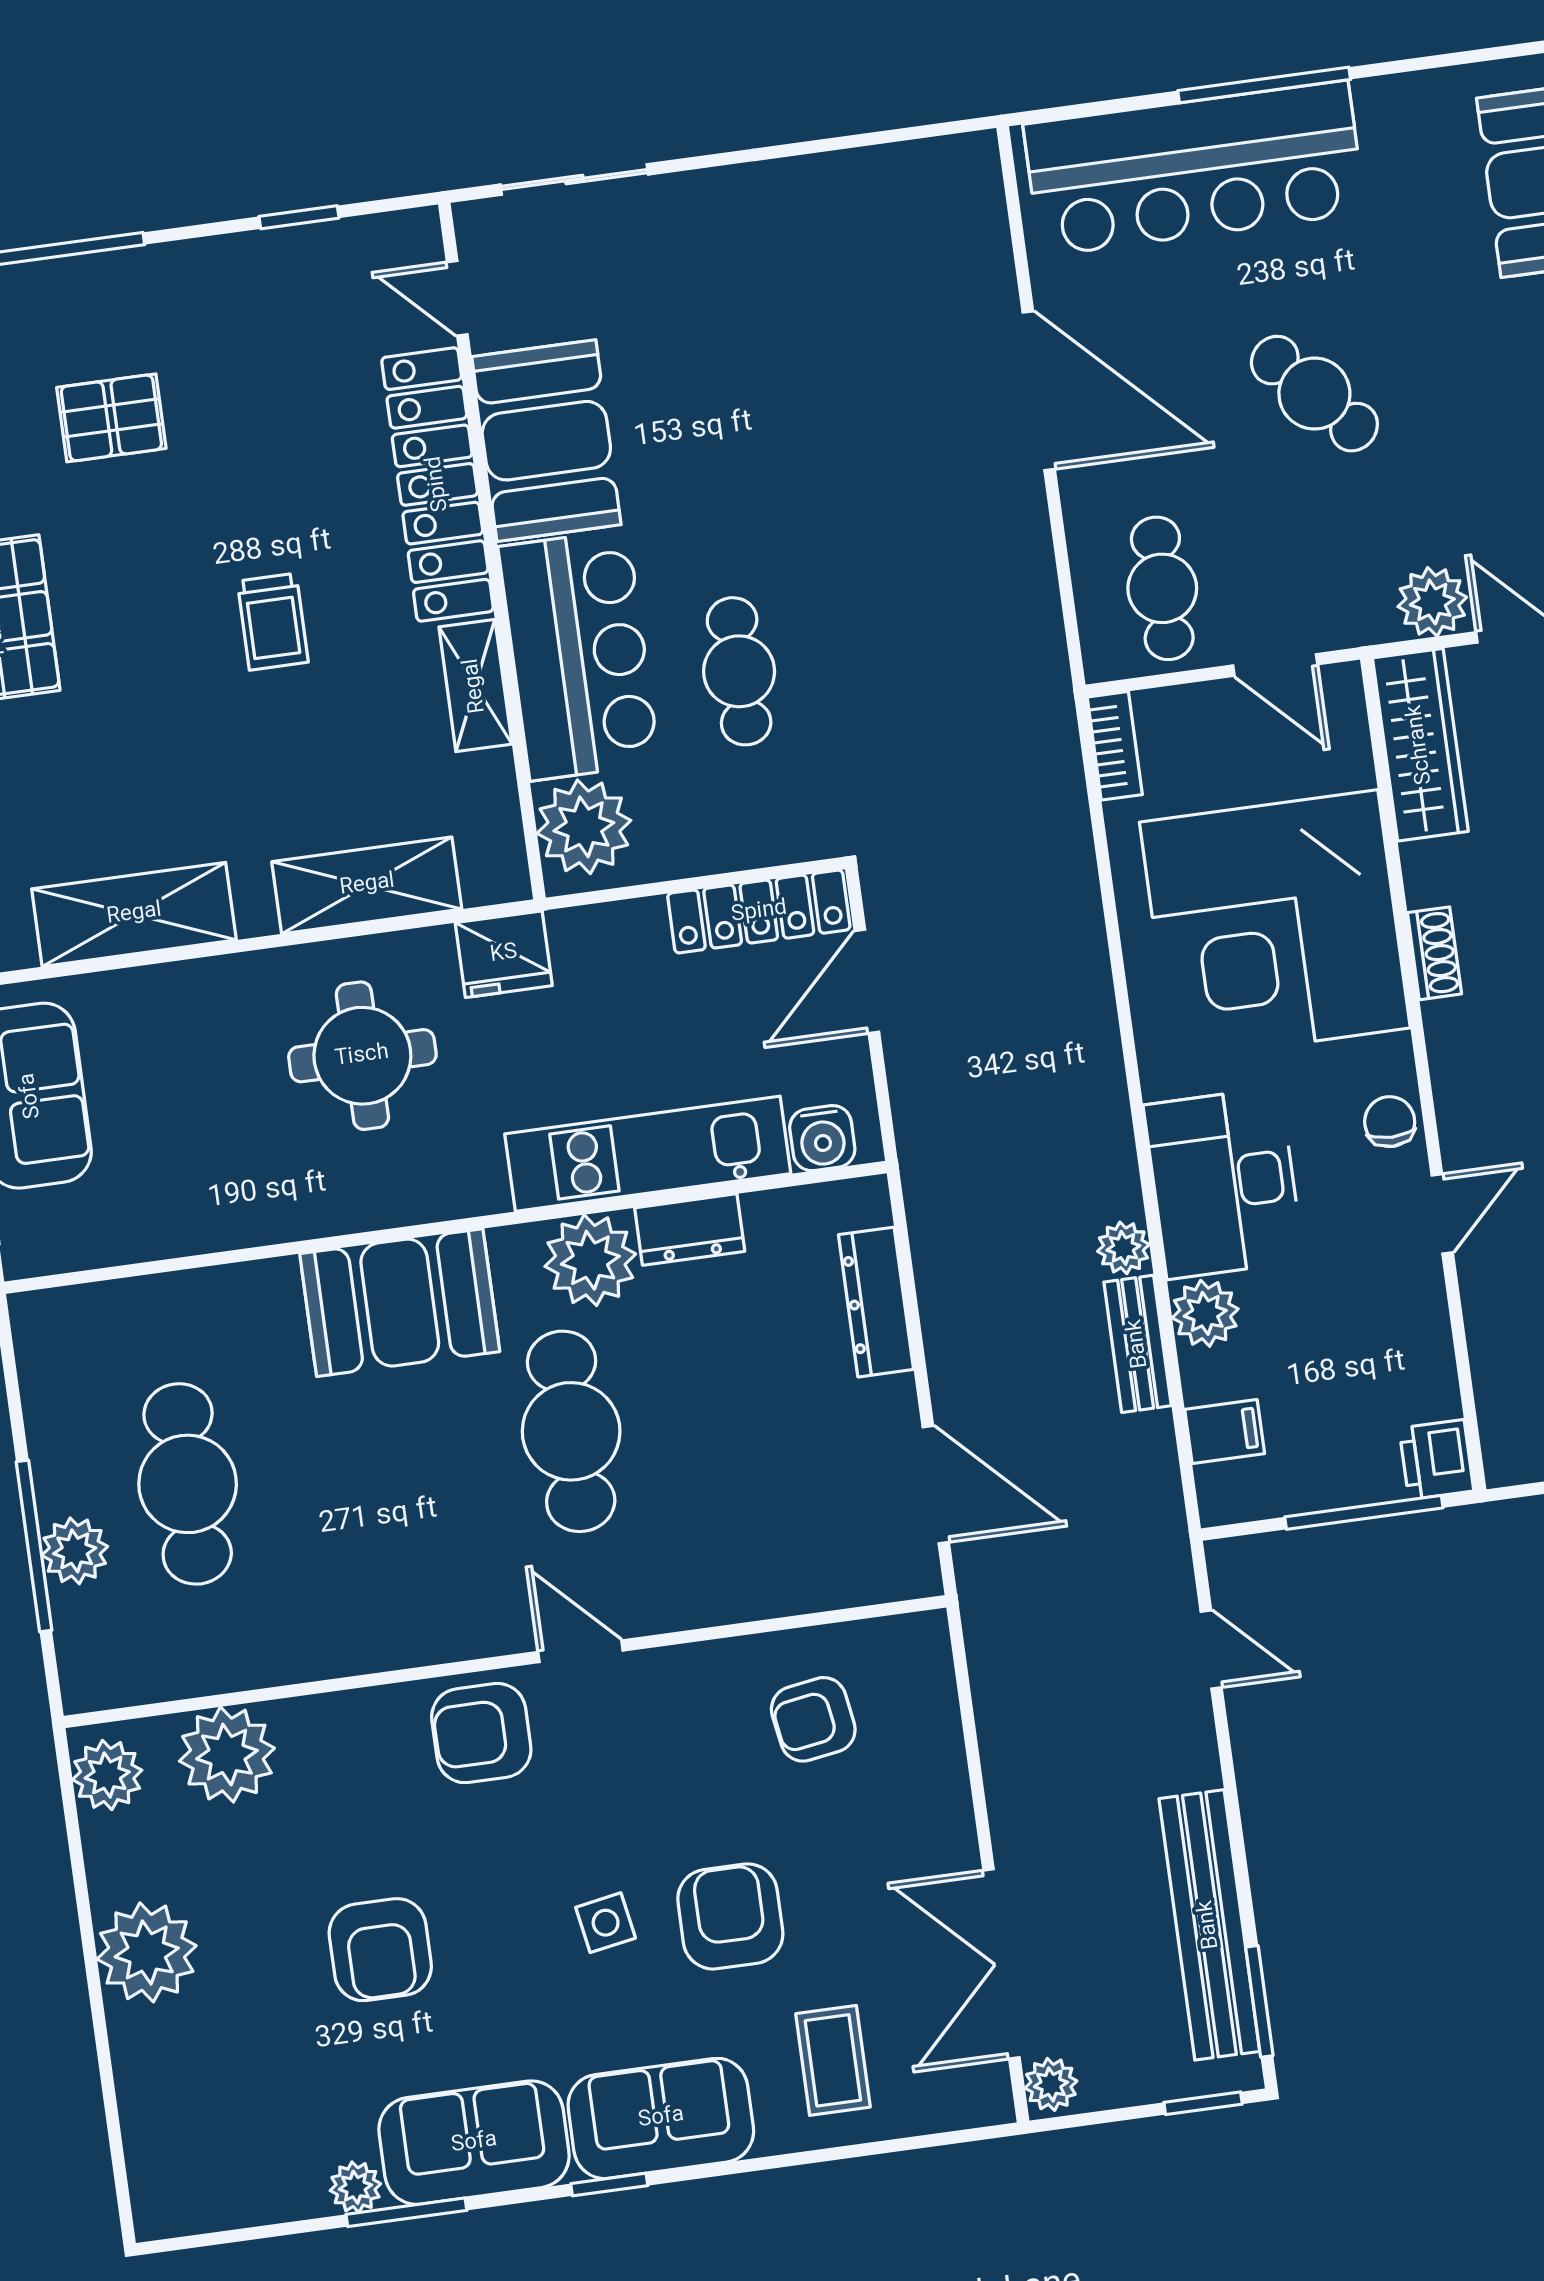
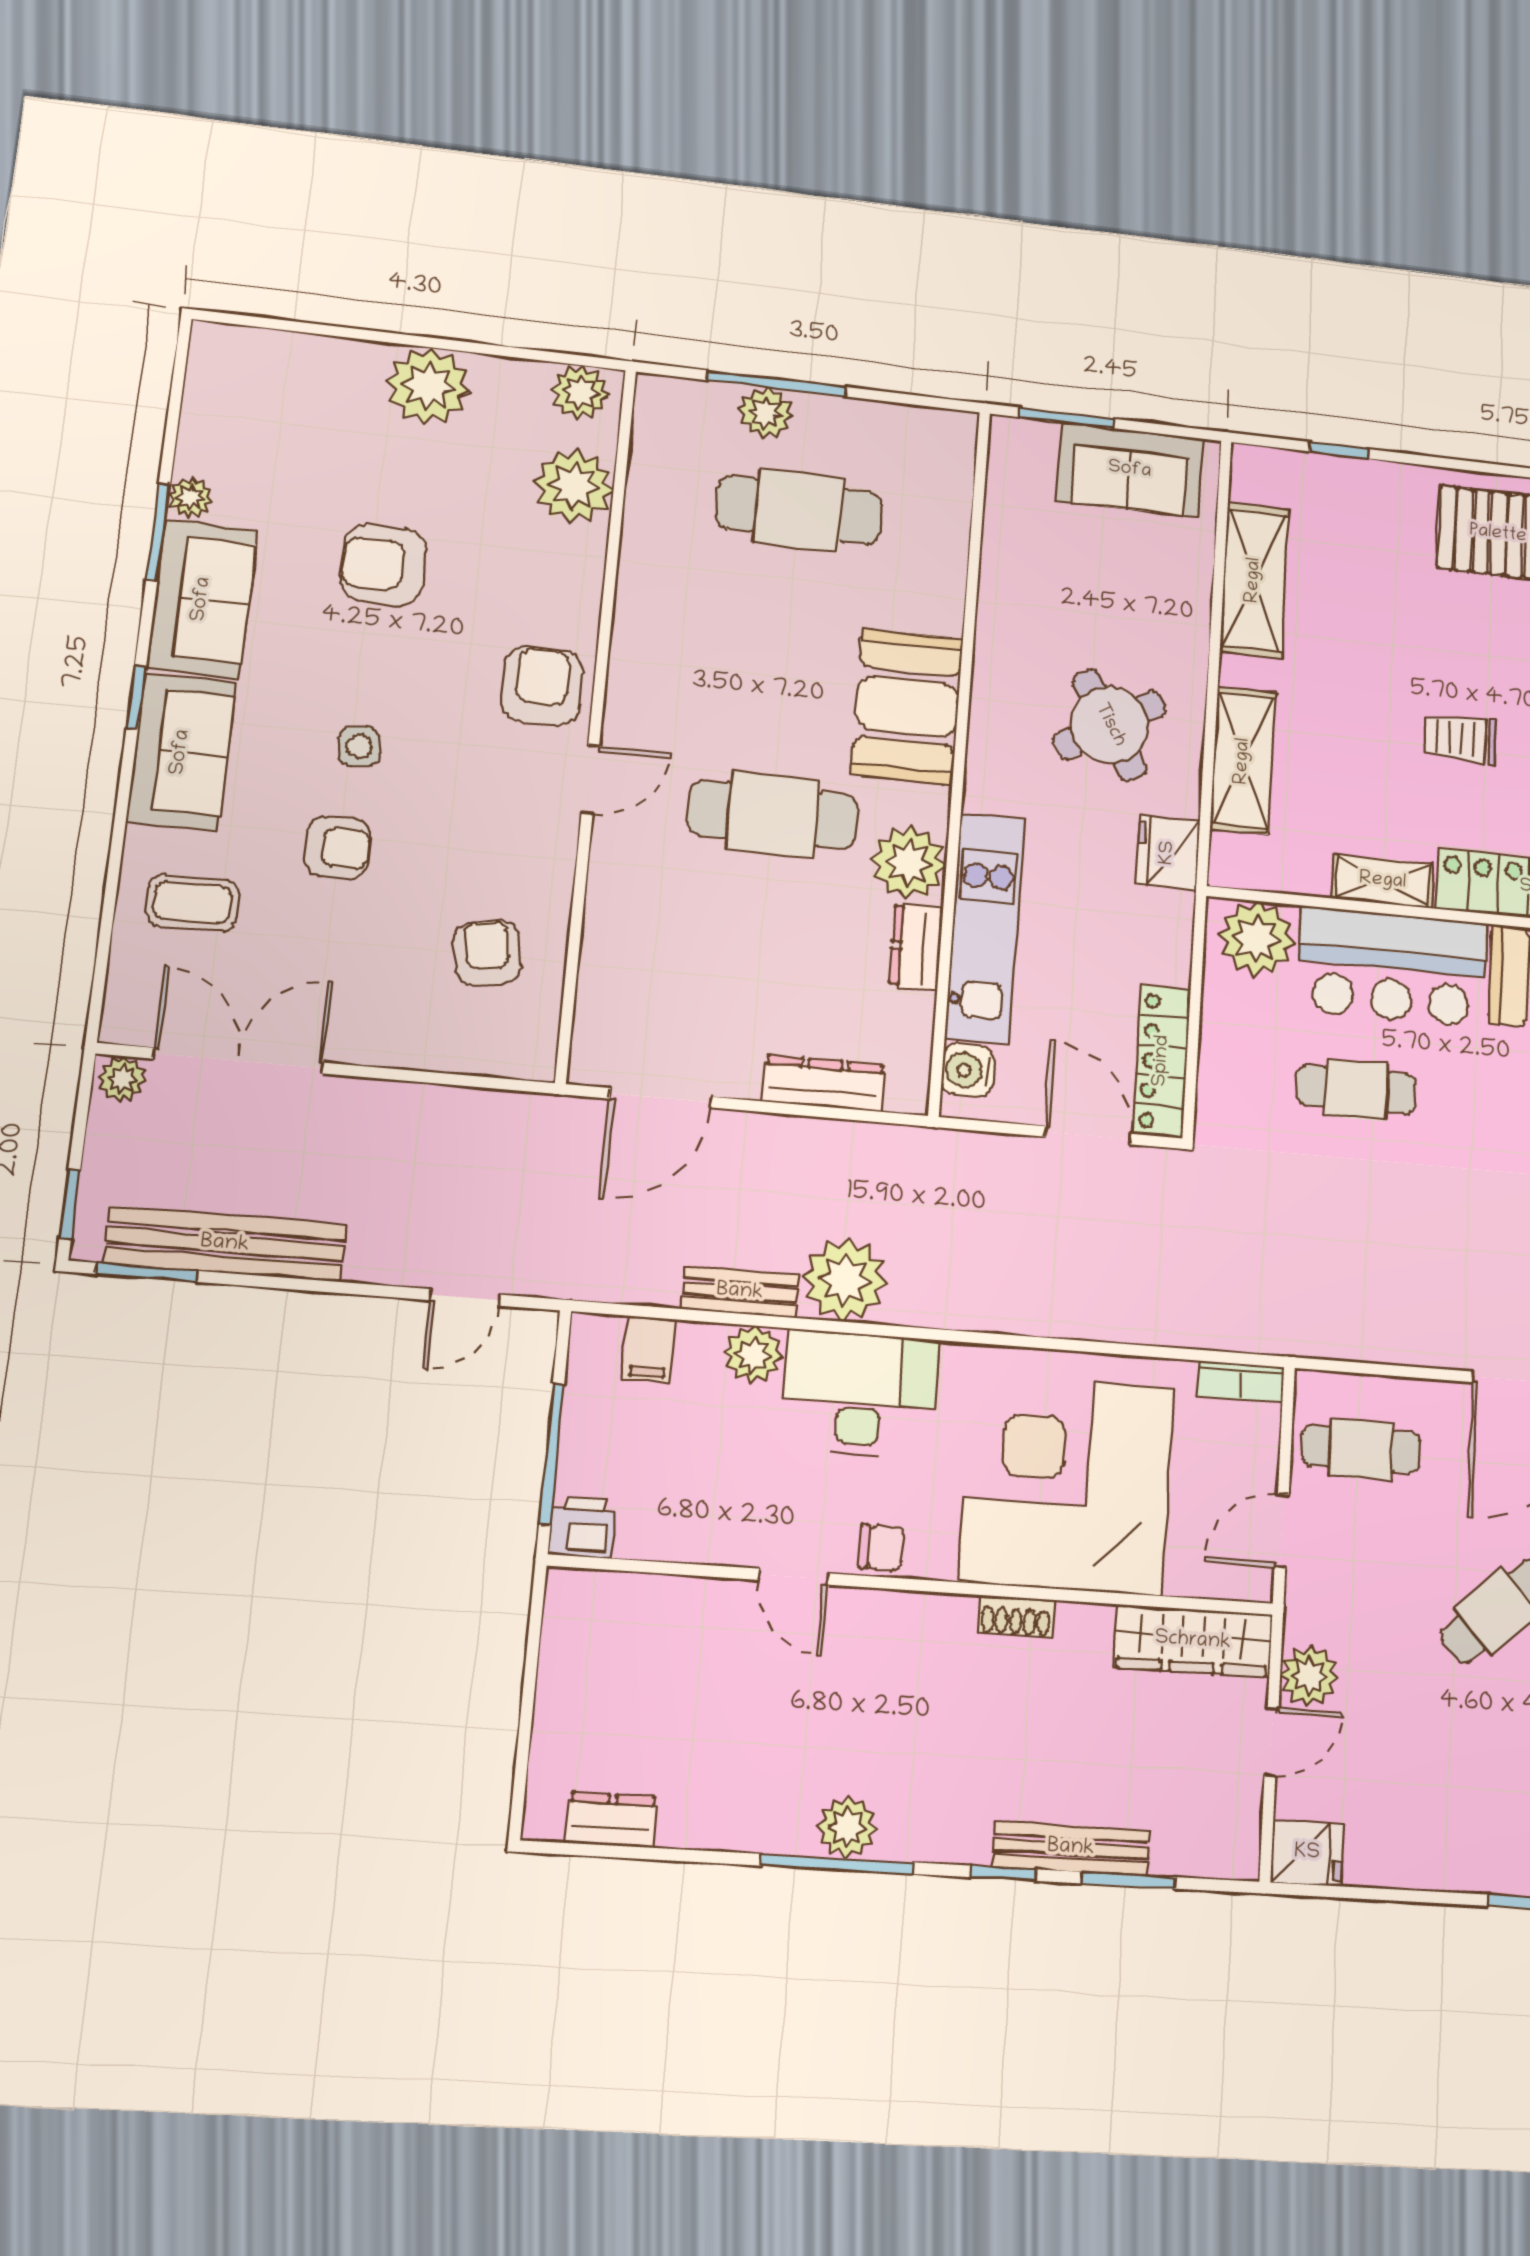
round table: (362, 1056) -> (1110, 725), turned -31
plant: (1123, 1248) -> (845, 1280), width x1.87, depth x1.87
armchair: (730, 1916) -> (338, 847), width x0.72, depth x0.72

